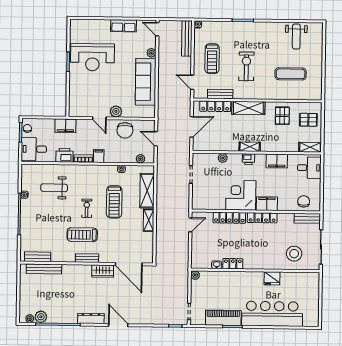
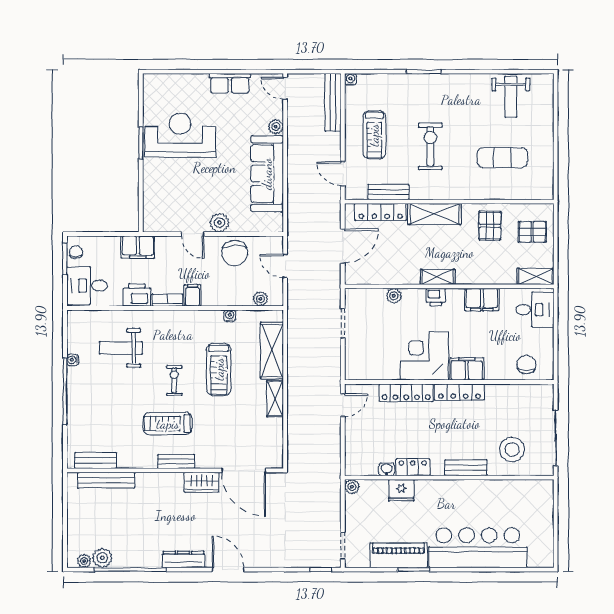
reception desk: (92, 57) -> (180, 135), turned 180
bench: (307, 218) -> (466, 468), moved
fridge: (272, 278) -> (401, 490), moved

